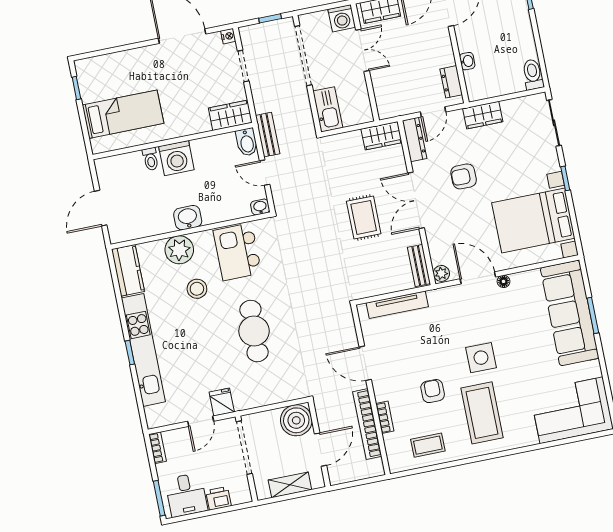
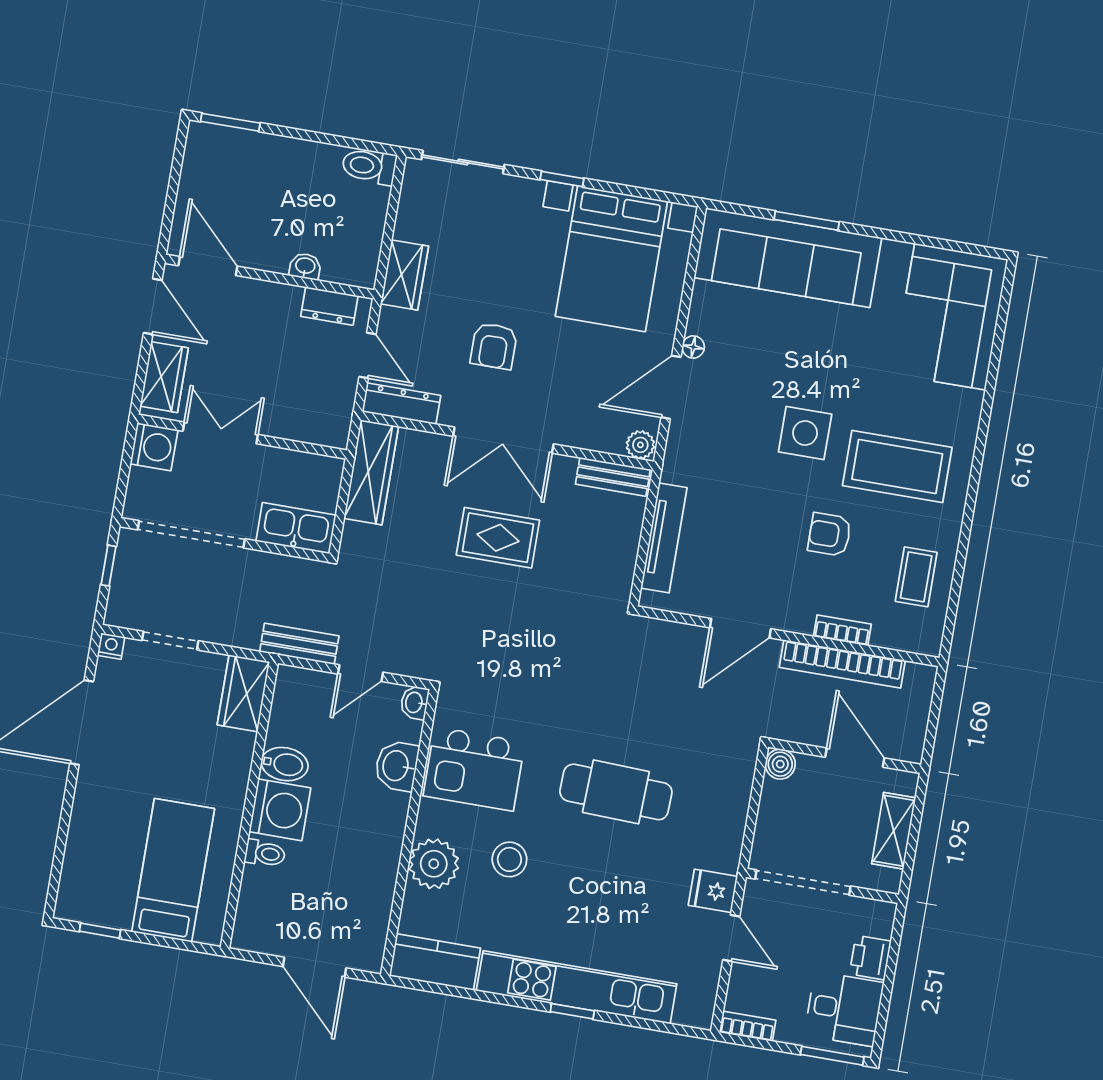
wardrobe: (382, 136) -> (371, 472), width x1.50
bidet: (247, 142) -> (285, 764), moved
washbasin: (188, 218) -> (397, 766), moved
boiler: (296, 420) -> (780, 764), width x0.54, depth x0.54

